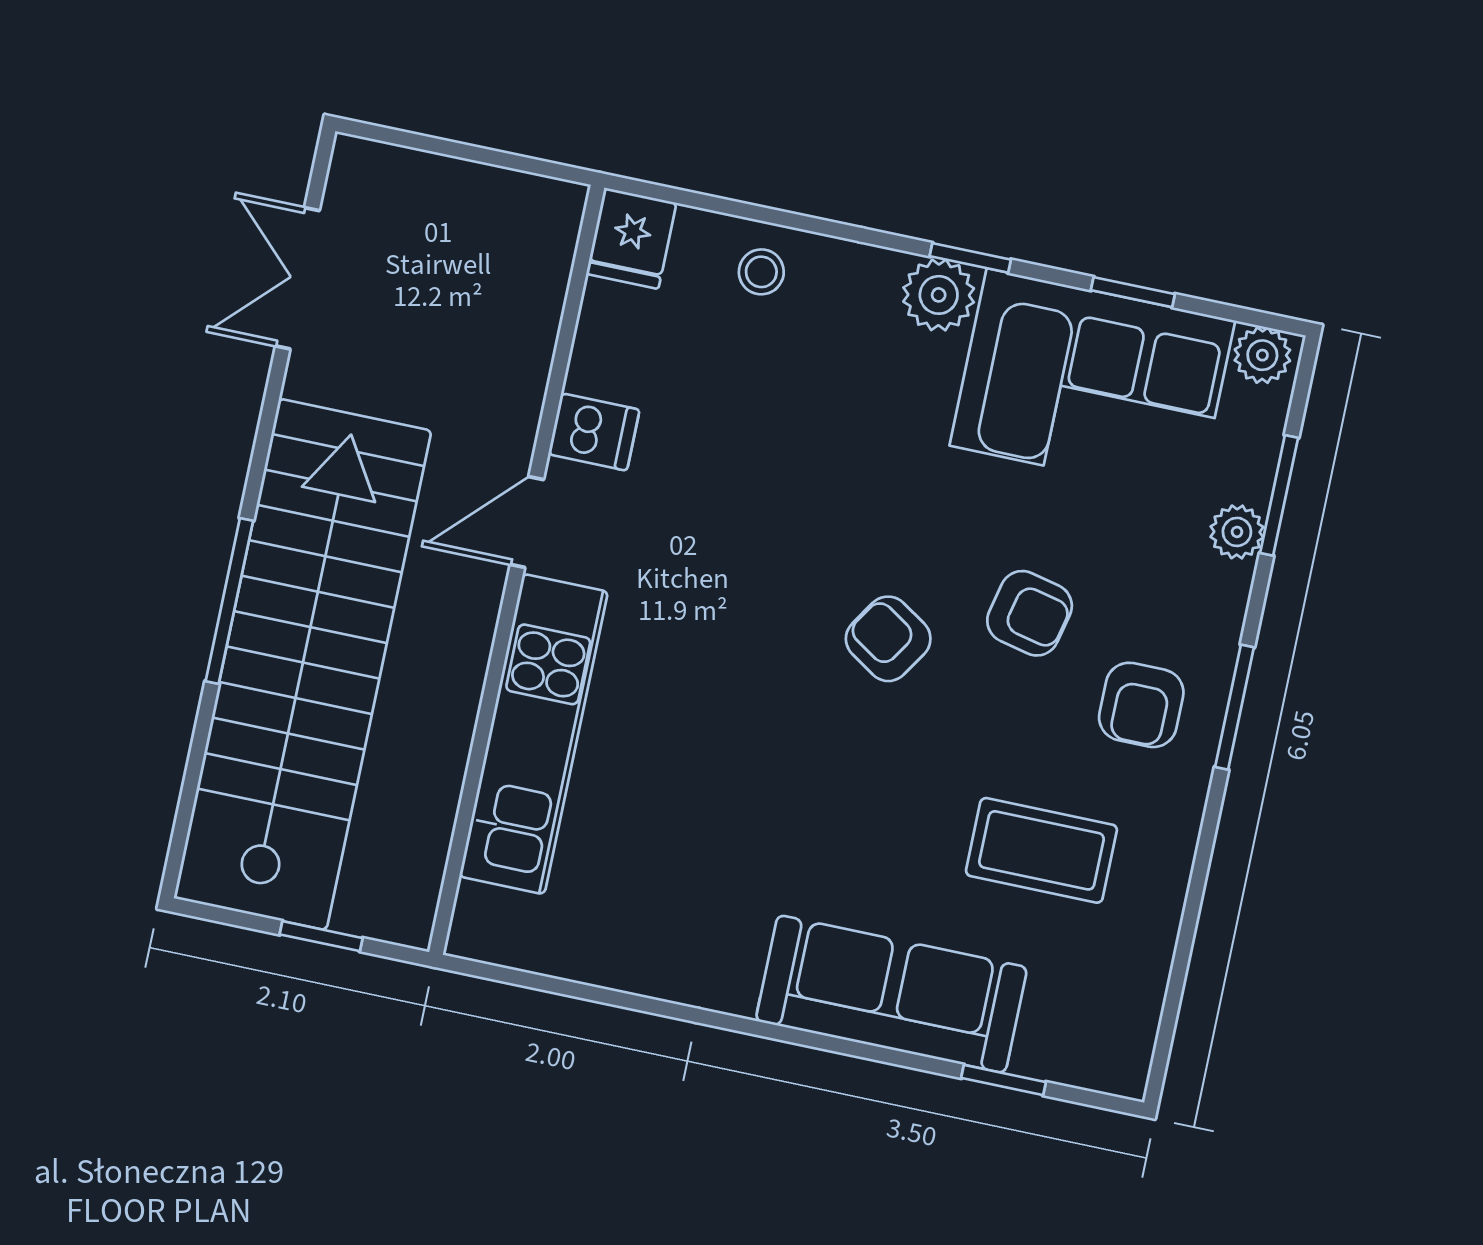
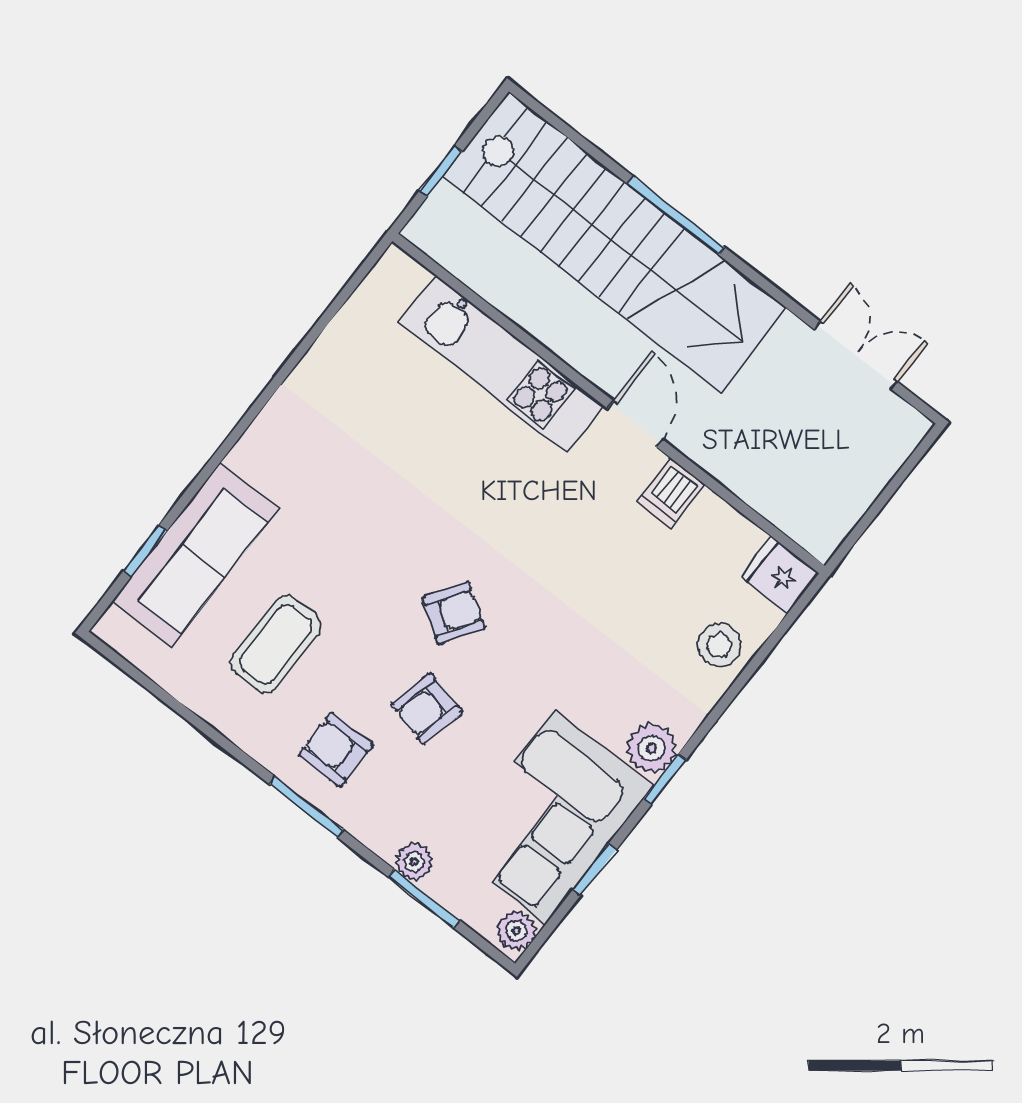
stool: (761, 272) -> (719, 645), width x1.37, depth x1.37
sofa: (891, 994) -> (195, 555), moved

